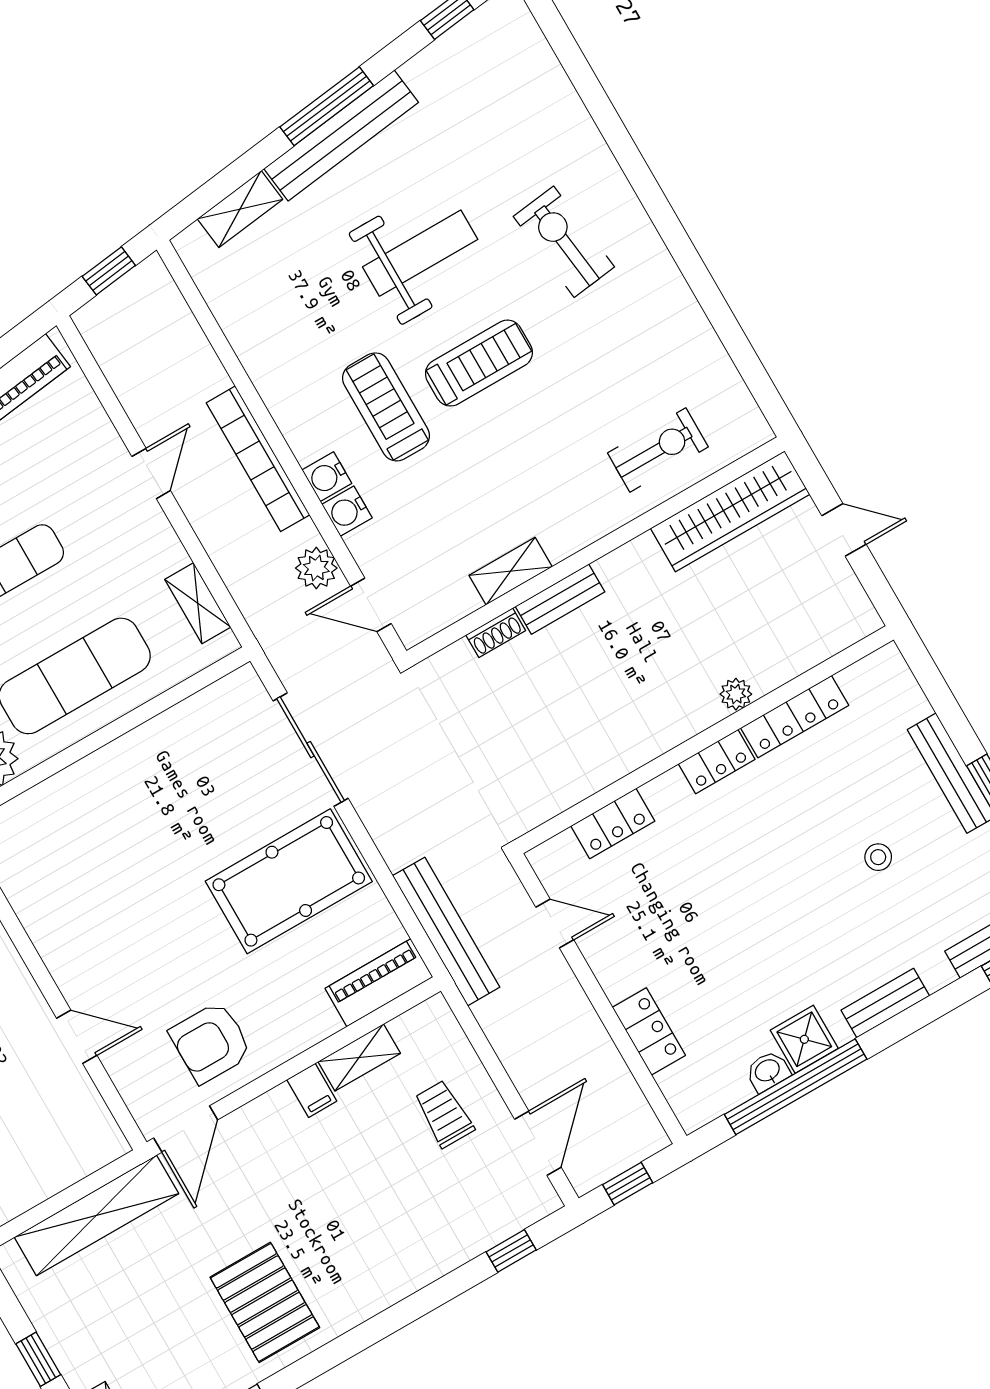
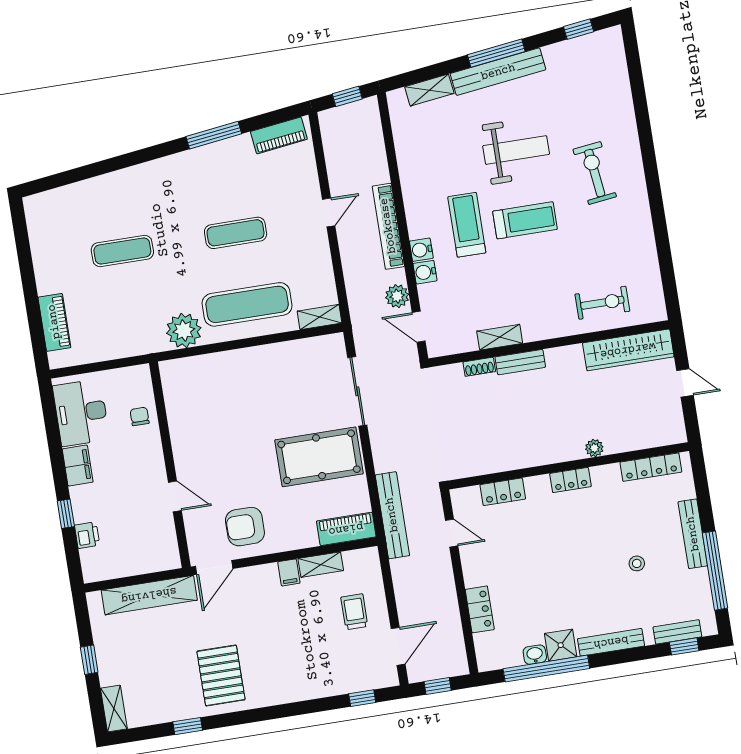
shelving: (198, 603) -> (320, 317), moved, turned 90
locker: (795, 717) -> (651, 467), moved
bench: (885, 1003) -> (611, 642), width x1.36

